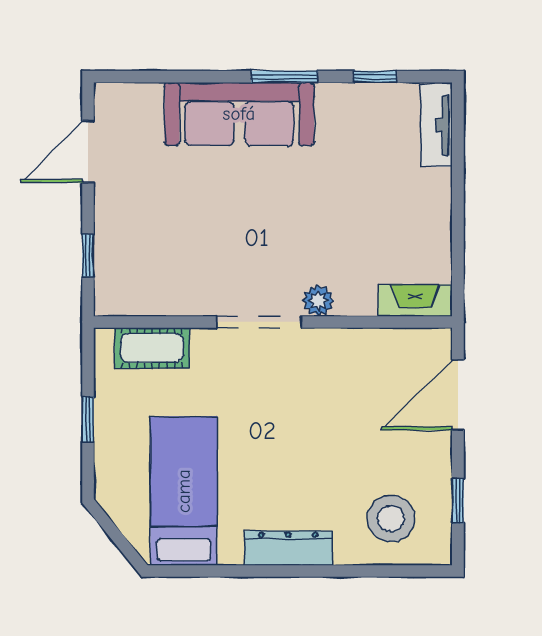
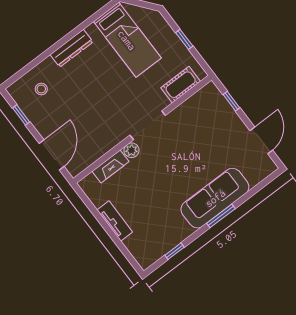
window: (284, 77) -> (221, 216), moved
tv unit: (436, 125) -> (115, 221), moved
fireplace: (415, 300) -> (111, 166), moved
stool: (391, 518) -> (41, 89), width x0.53, depth x0.53

